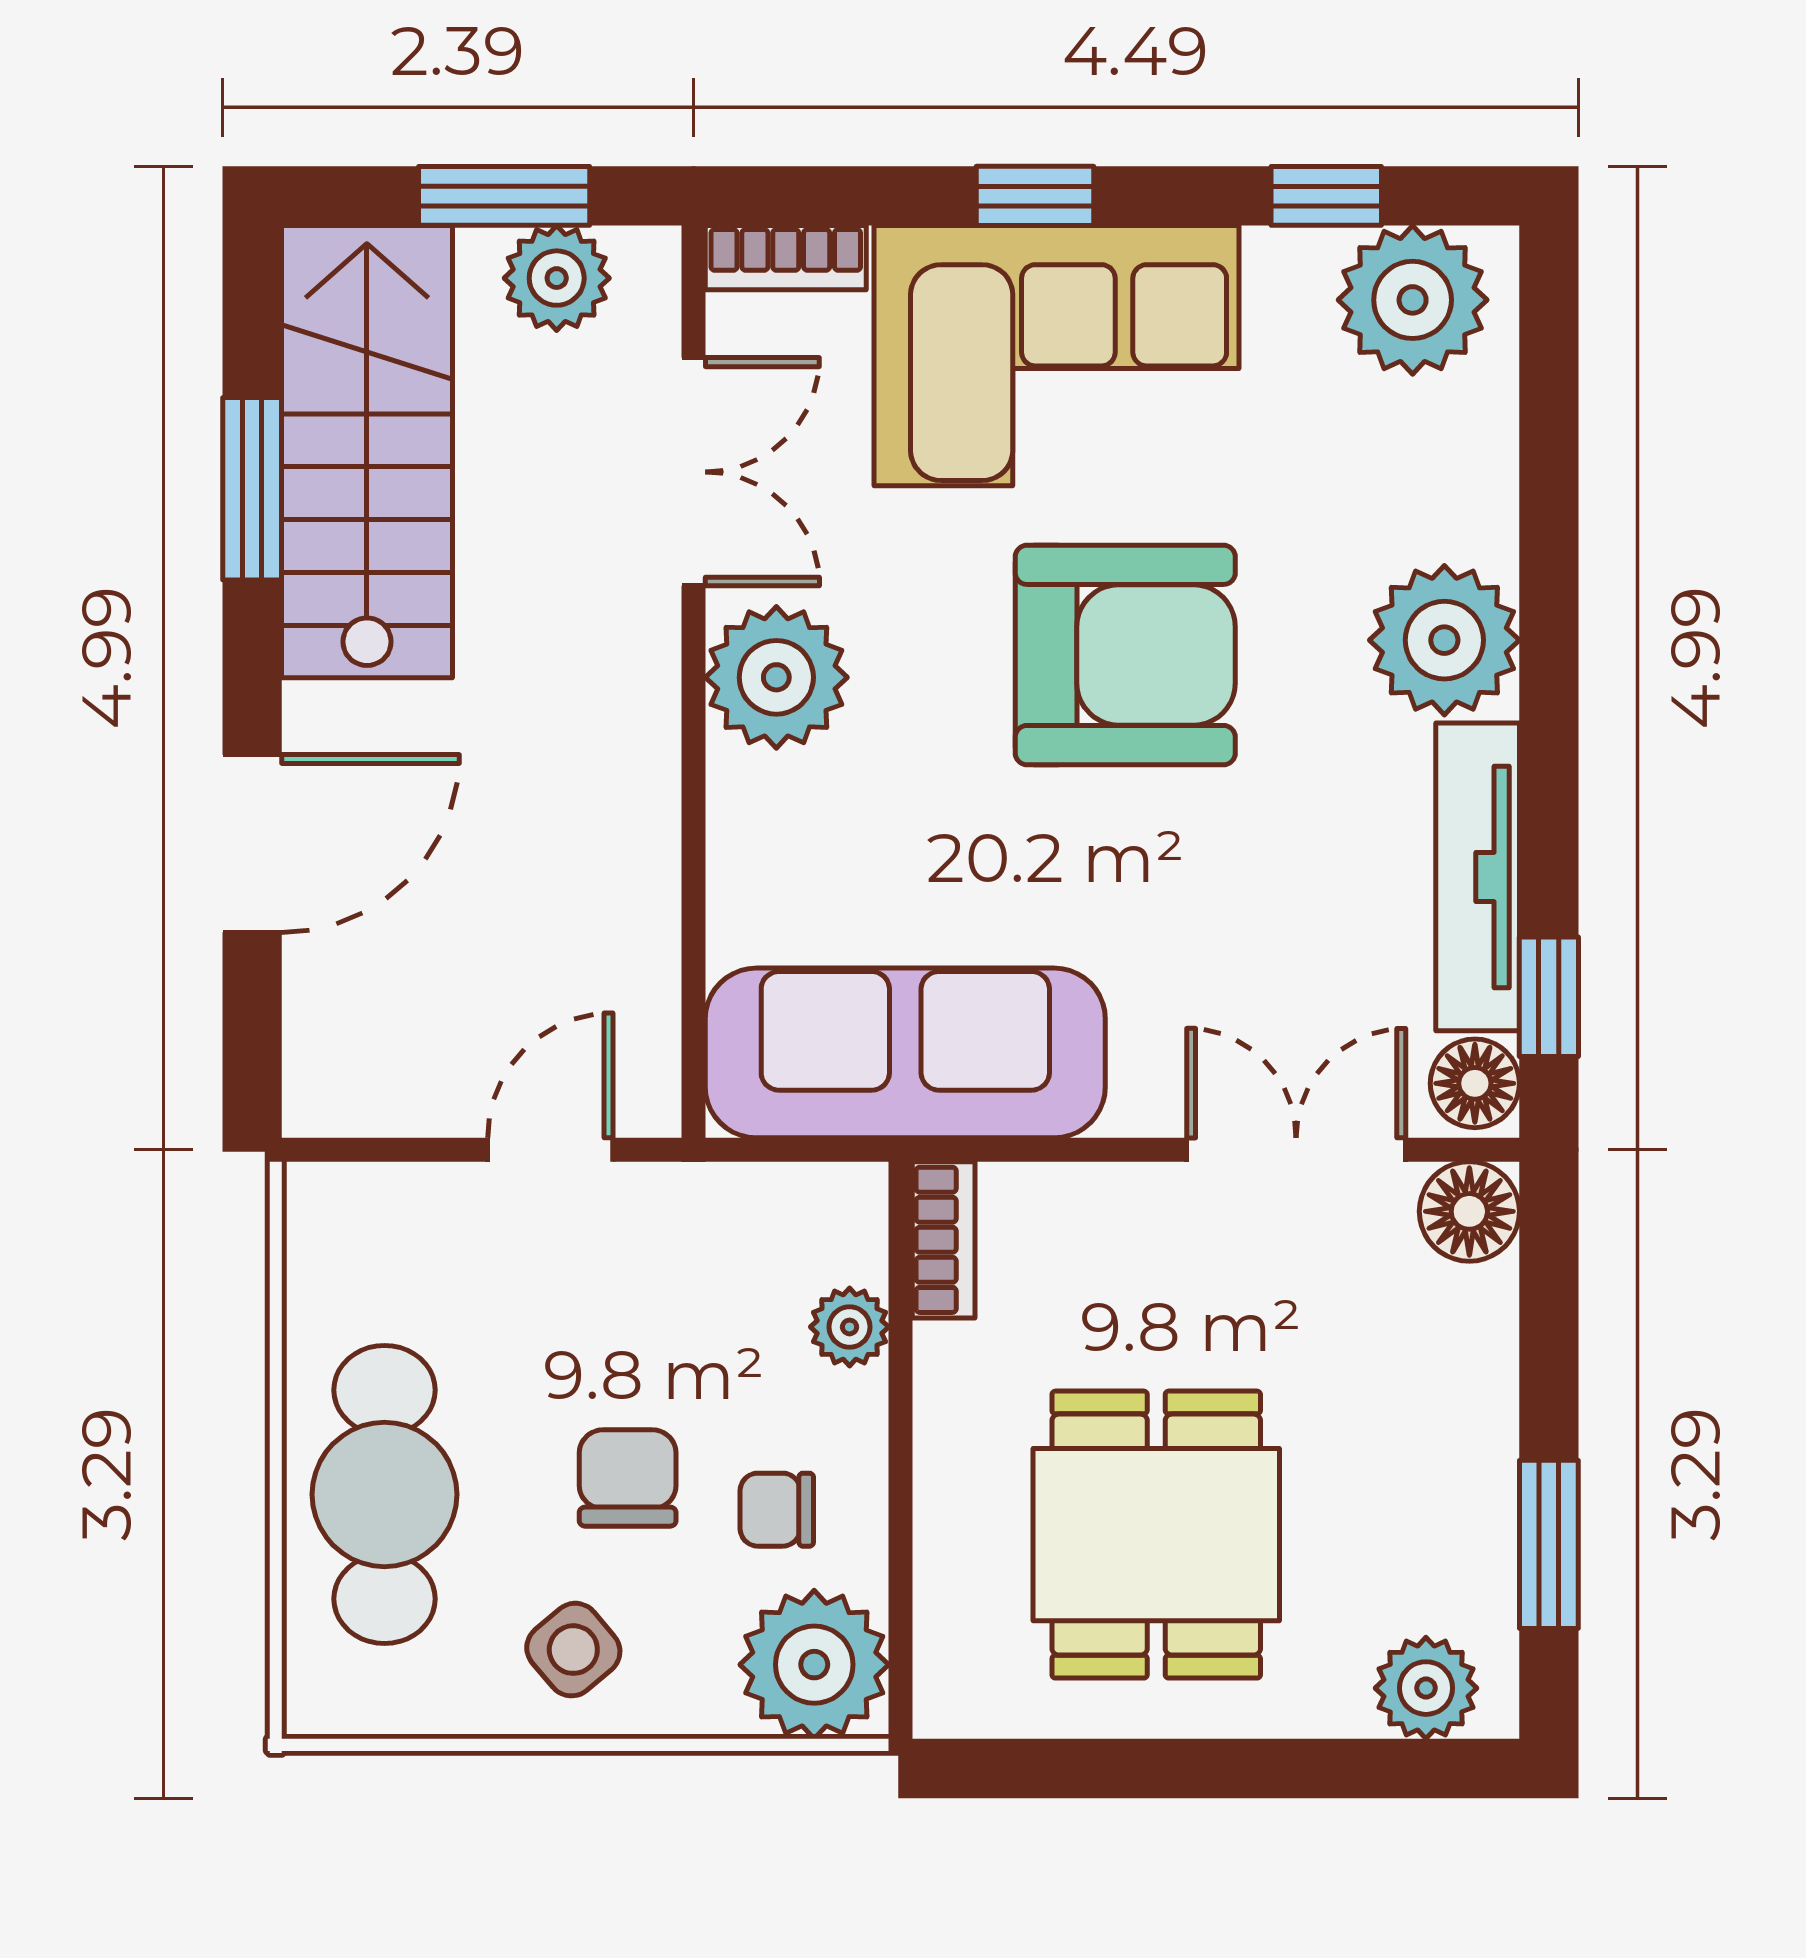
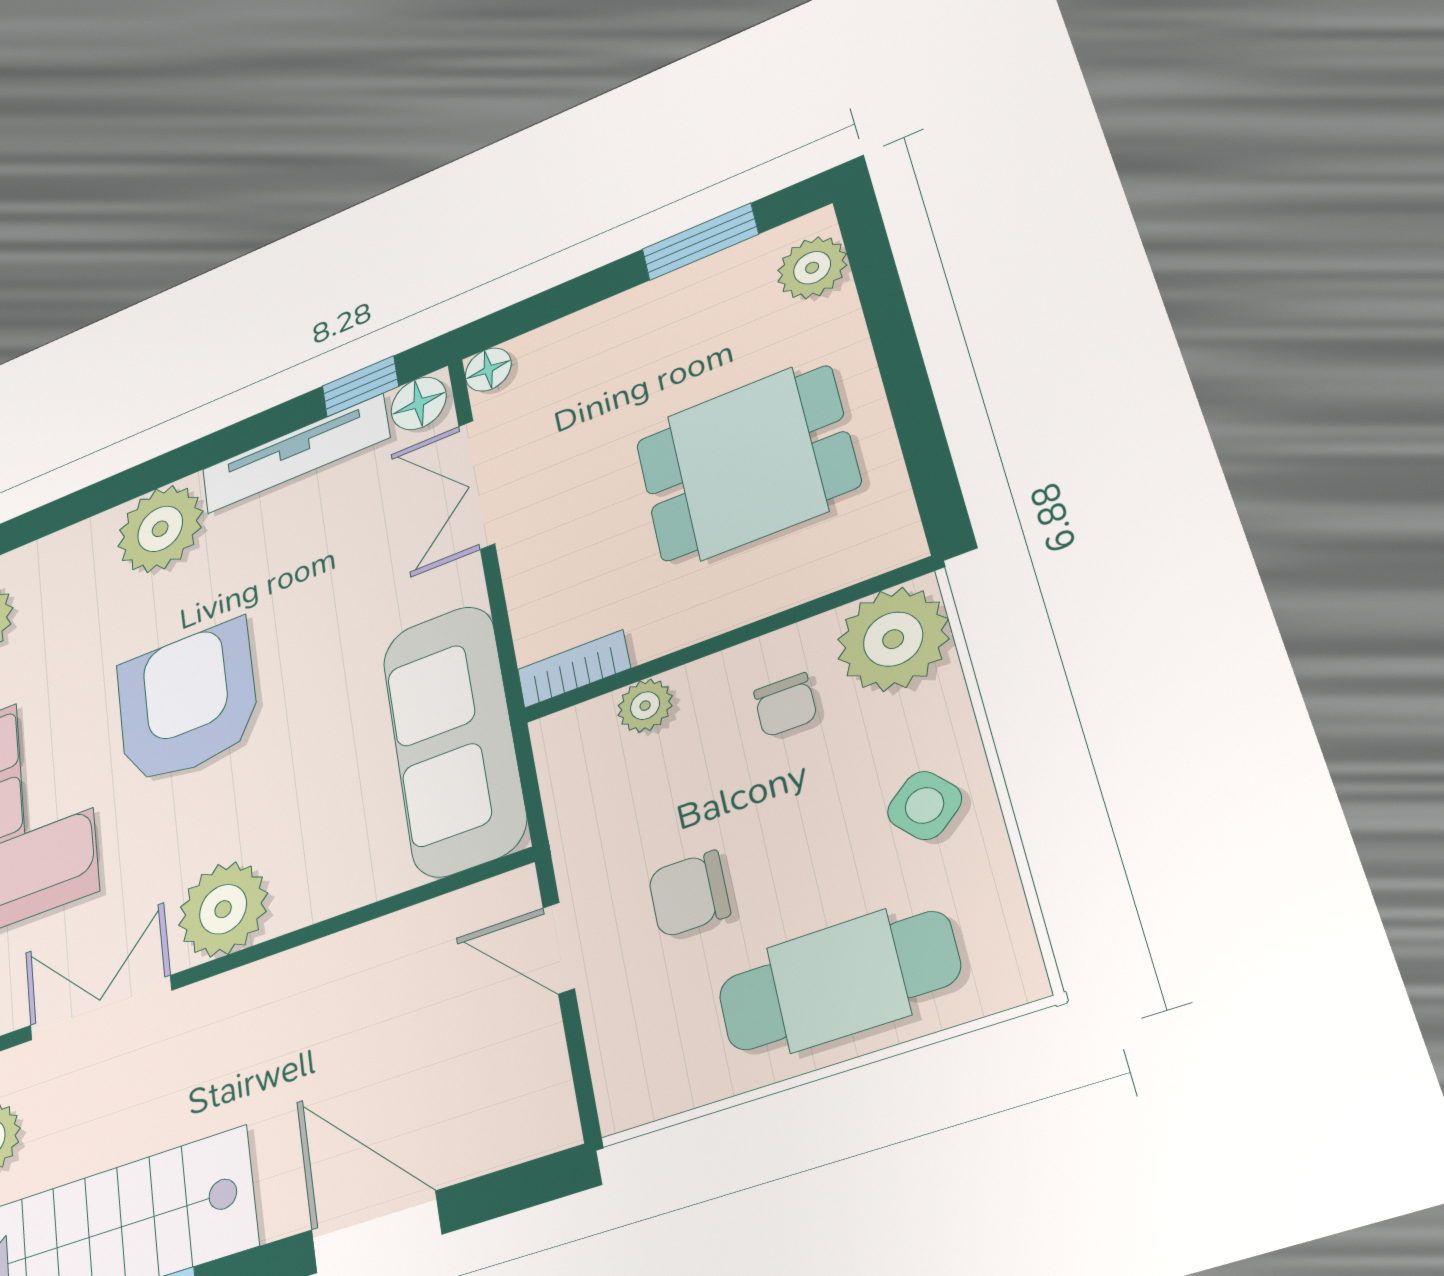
floor lamp: (1469, 1211) -> (488, 370), width x0.73, depth x0.73
chair: (628, 1478) -> (689, 894), moved

